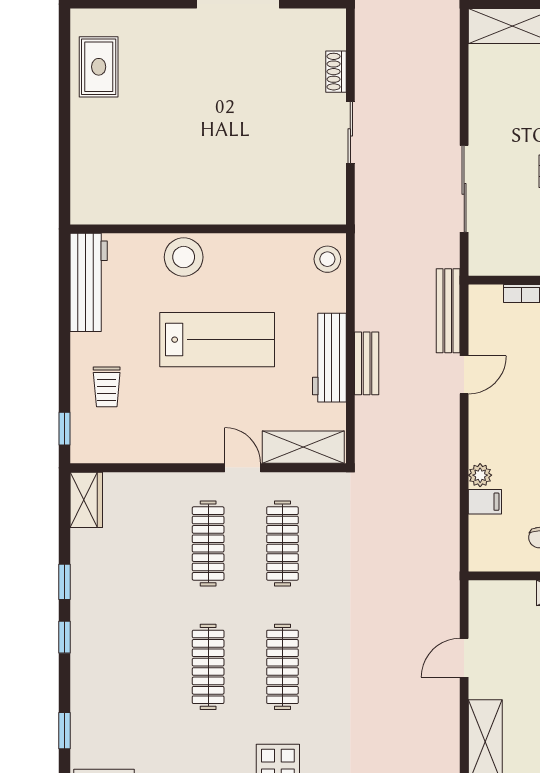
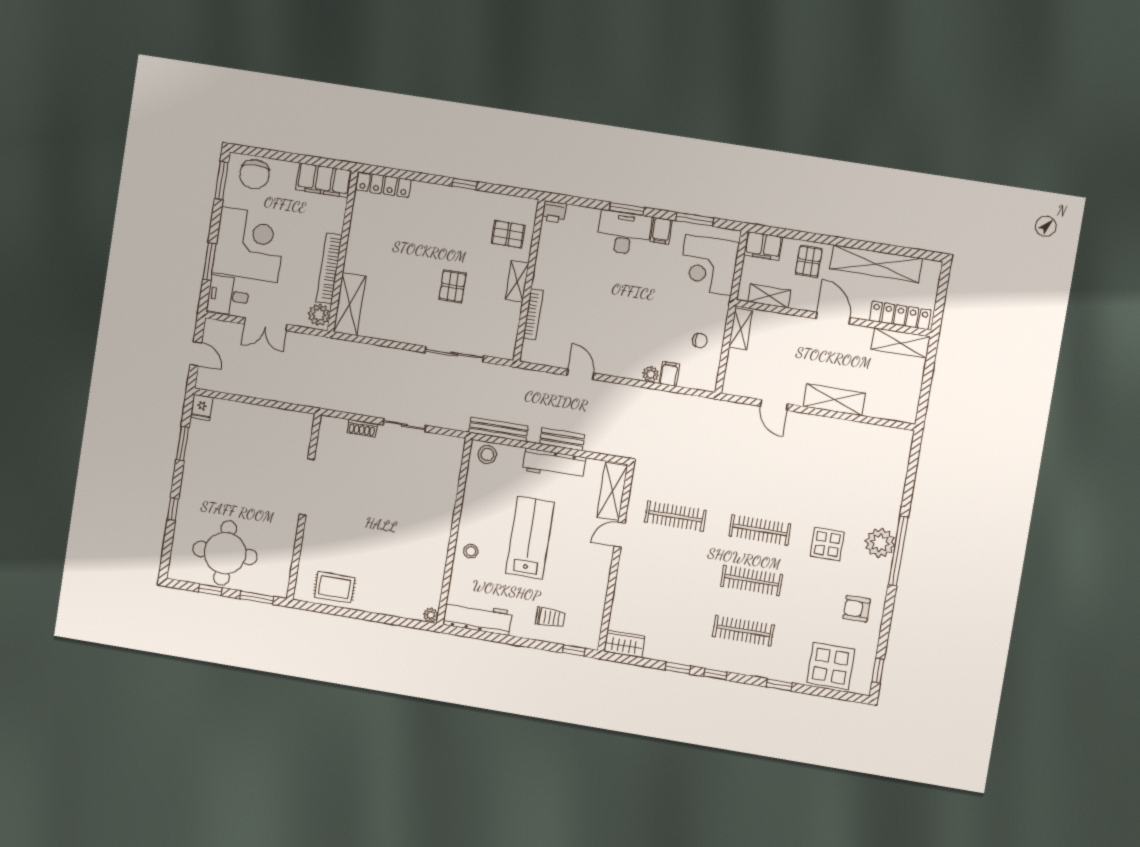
plant: (81, 214) -> (431, 615), added
stool: (184, 257) -> (471, 551), width x0.53, depth x0.53
bench: (448, 311) -> (498, 429), moved
clothes rail: (208, 543) -> (743, 631), moved

